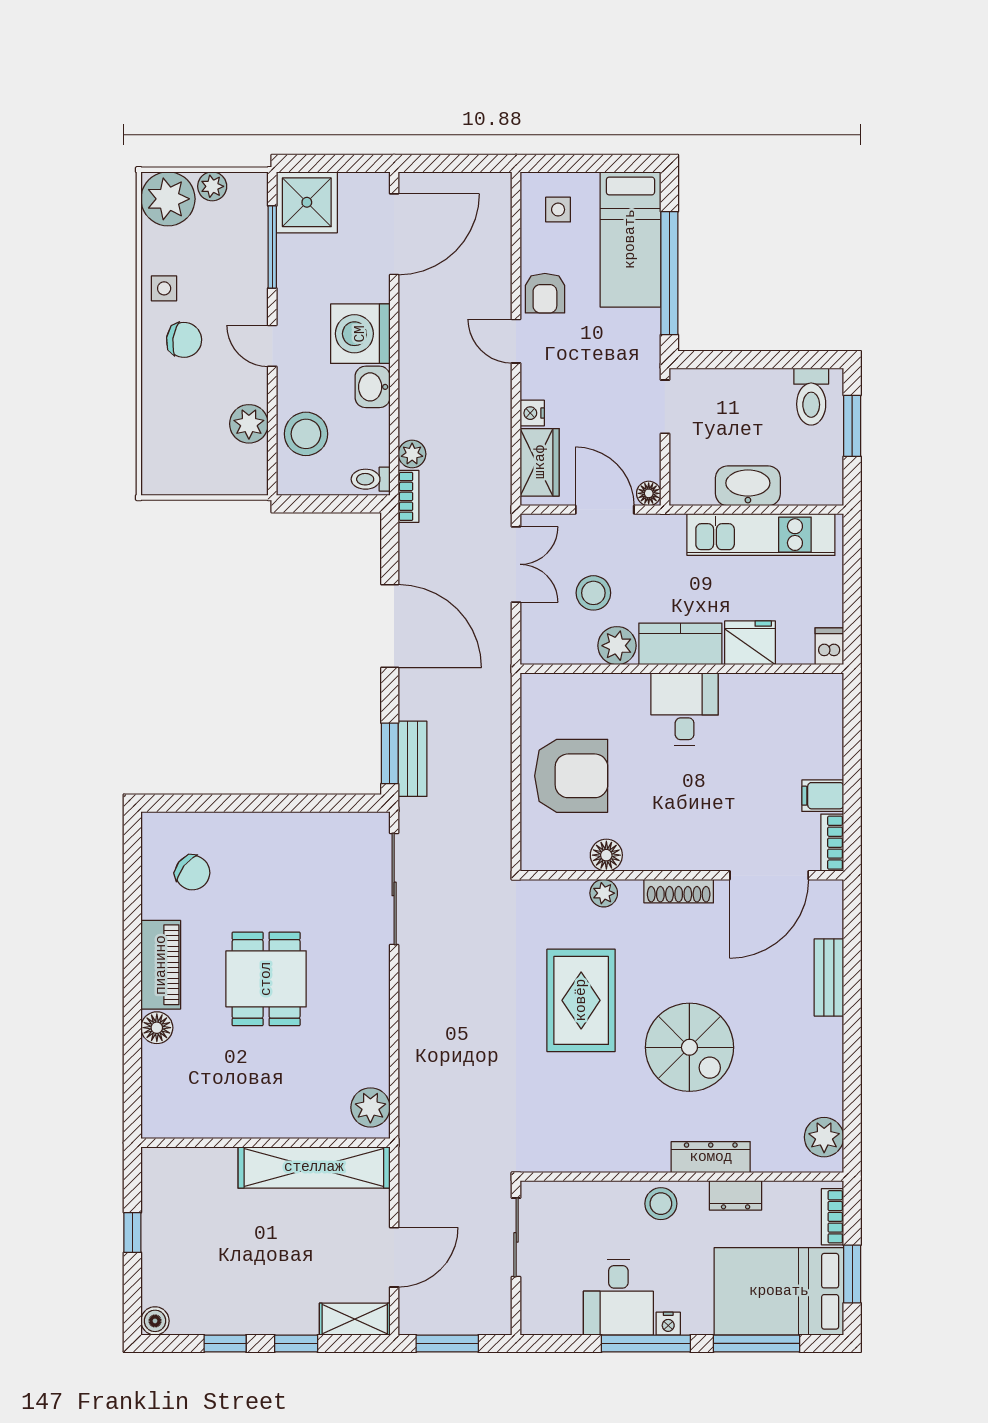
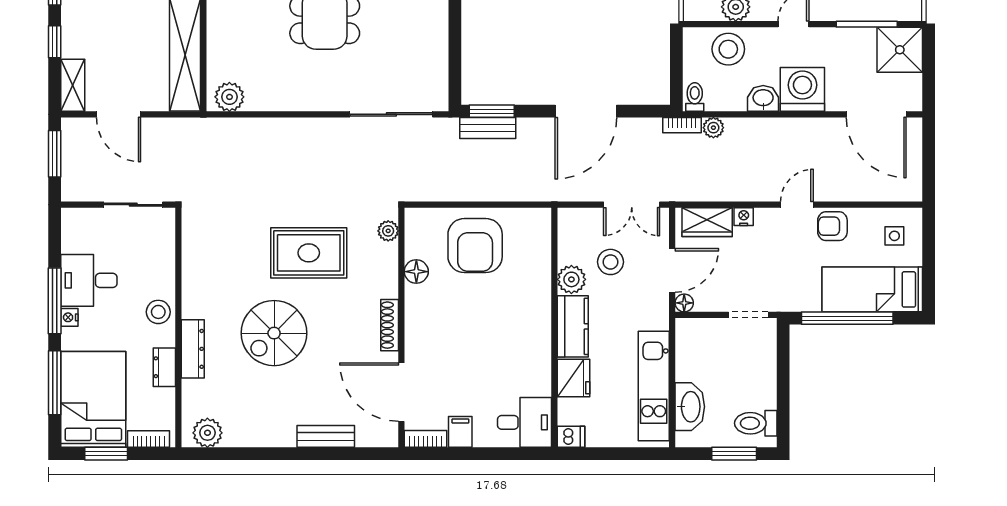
washbasin: (748, 486) -> (690, 407), moved
desk: (685, 709) -> (524, 422), moved
plant: (604, 893) -> (388, 231), moved

